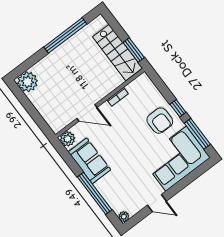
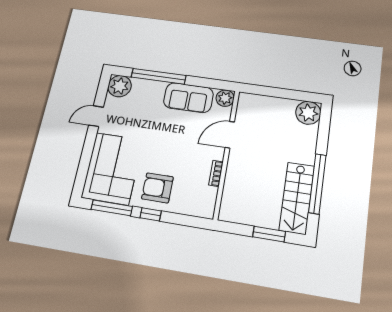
window: (134, 50) -> (269, 234), moved
stairs: (118, 52) -> (297, 198), moved, turned -90
plant: (124, 217) -> (120, 86), width x1.87, depth x1.87

